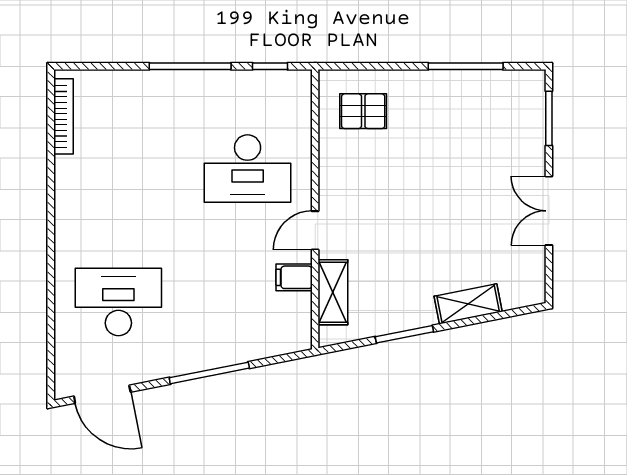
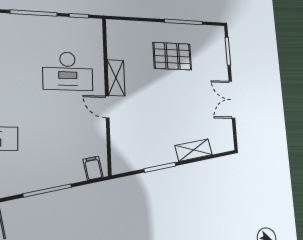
pallet: (363, 111) -> (172, 56), moved, width x1.50, depth x1.42
door: (315, 230) -> (107, 107), hinge flipped
filing cabinet: (294, 277) -> (93, 168), moved, turned 79
shelving: (333, 292) -> (116, 78), moved

